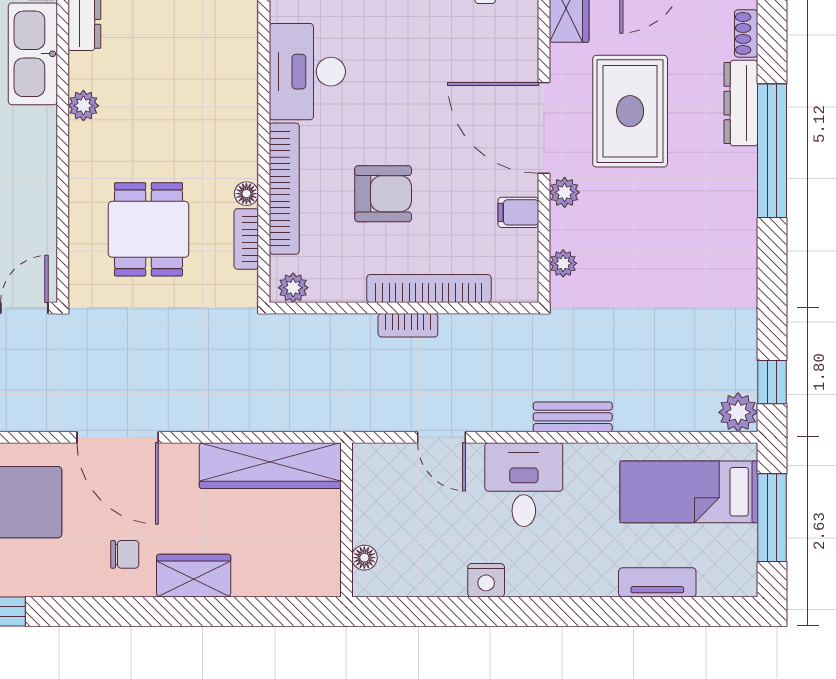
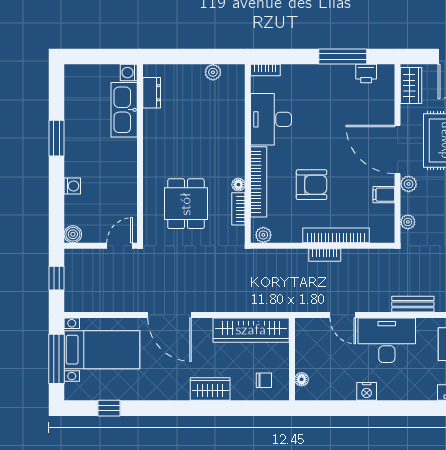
plant: (83, 106) -> (151, 137), removed
desk: (524, 485) -> (387, 340), width x1.37
chair: (125, 554) -> (264, 380), moved

